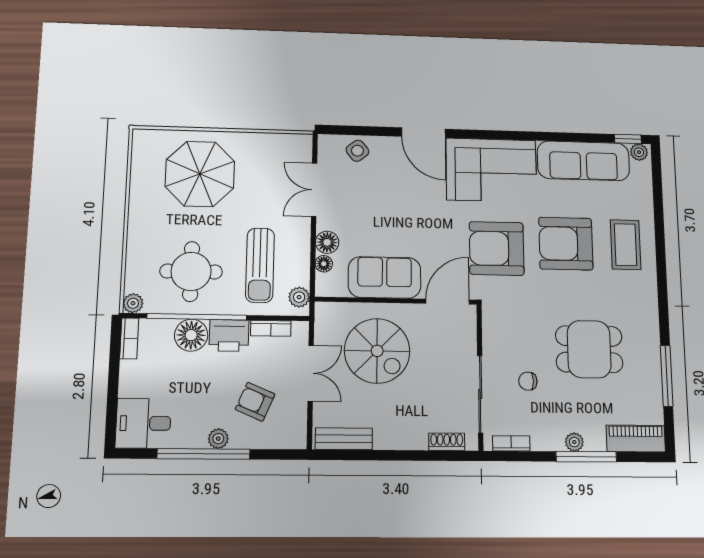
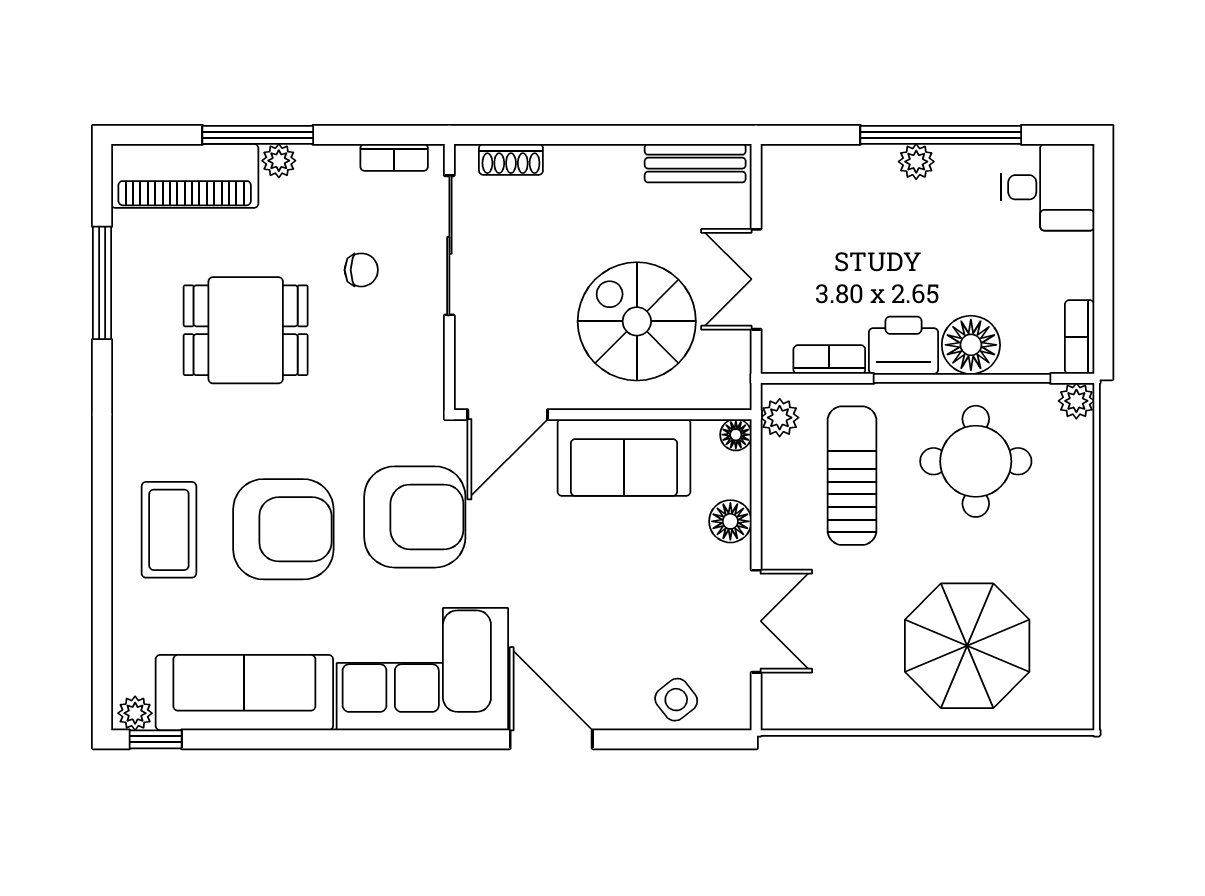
floor lamp: (324, 264) -> (736, 435), moved
armchair: (255, 402) -> (854, 227), removed
piano: (636, 439) -> (185, 176), width x1.37, depth x1.33

